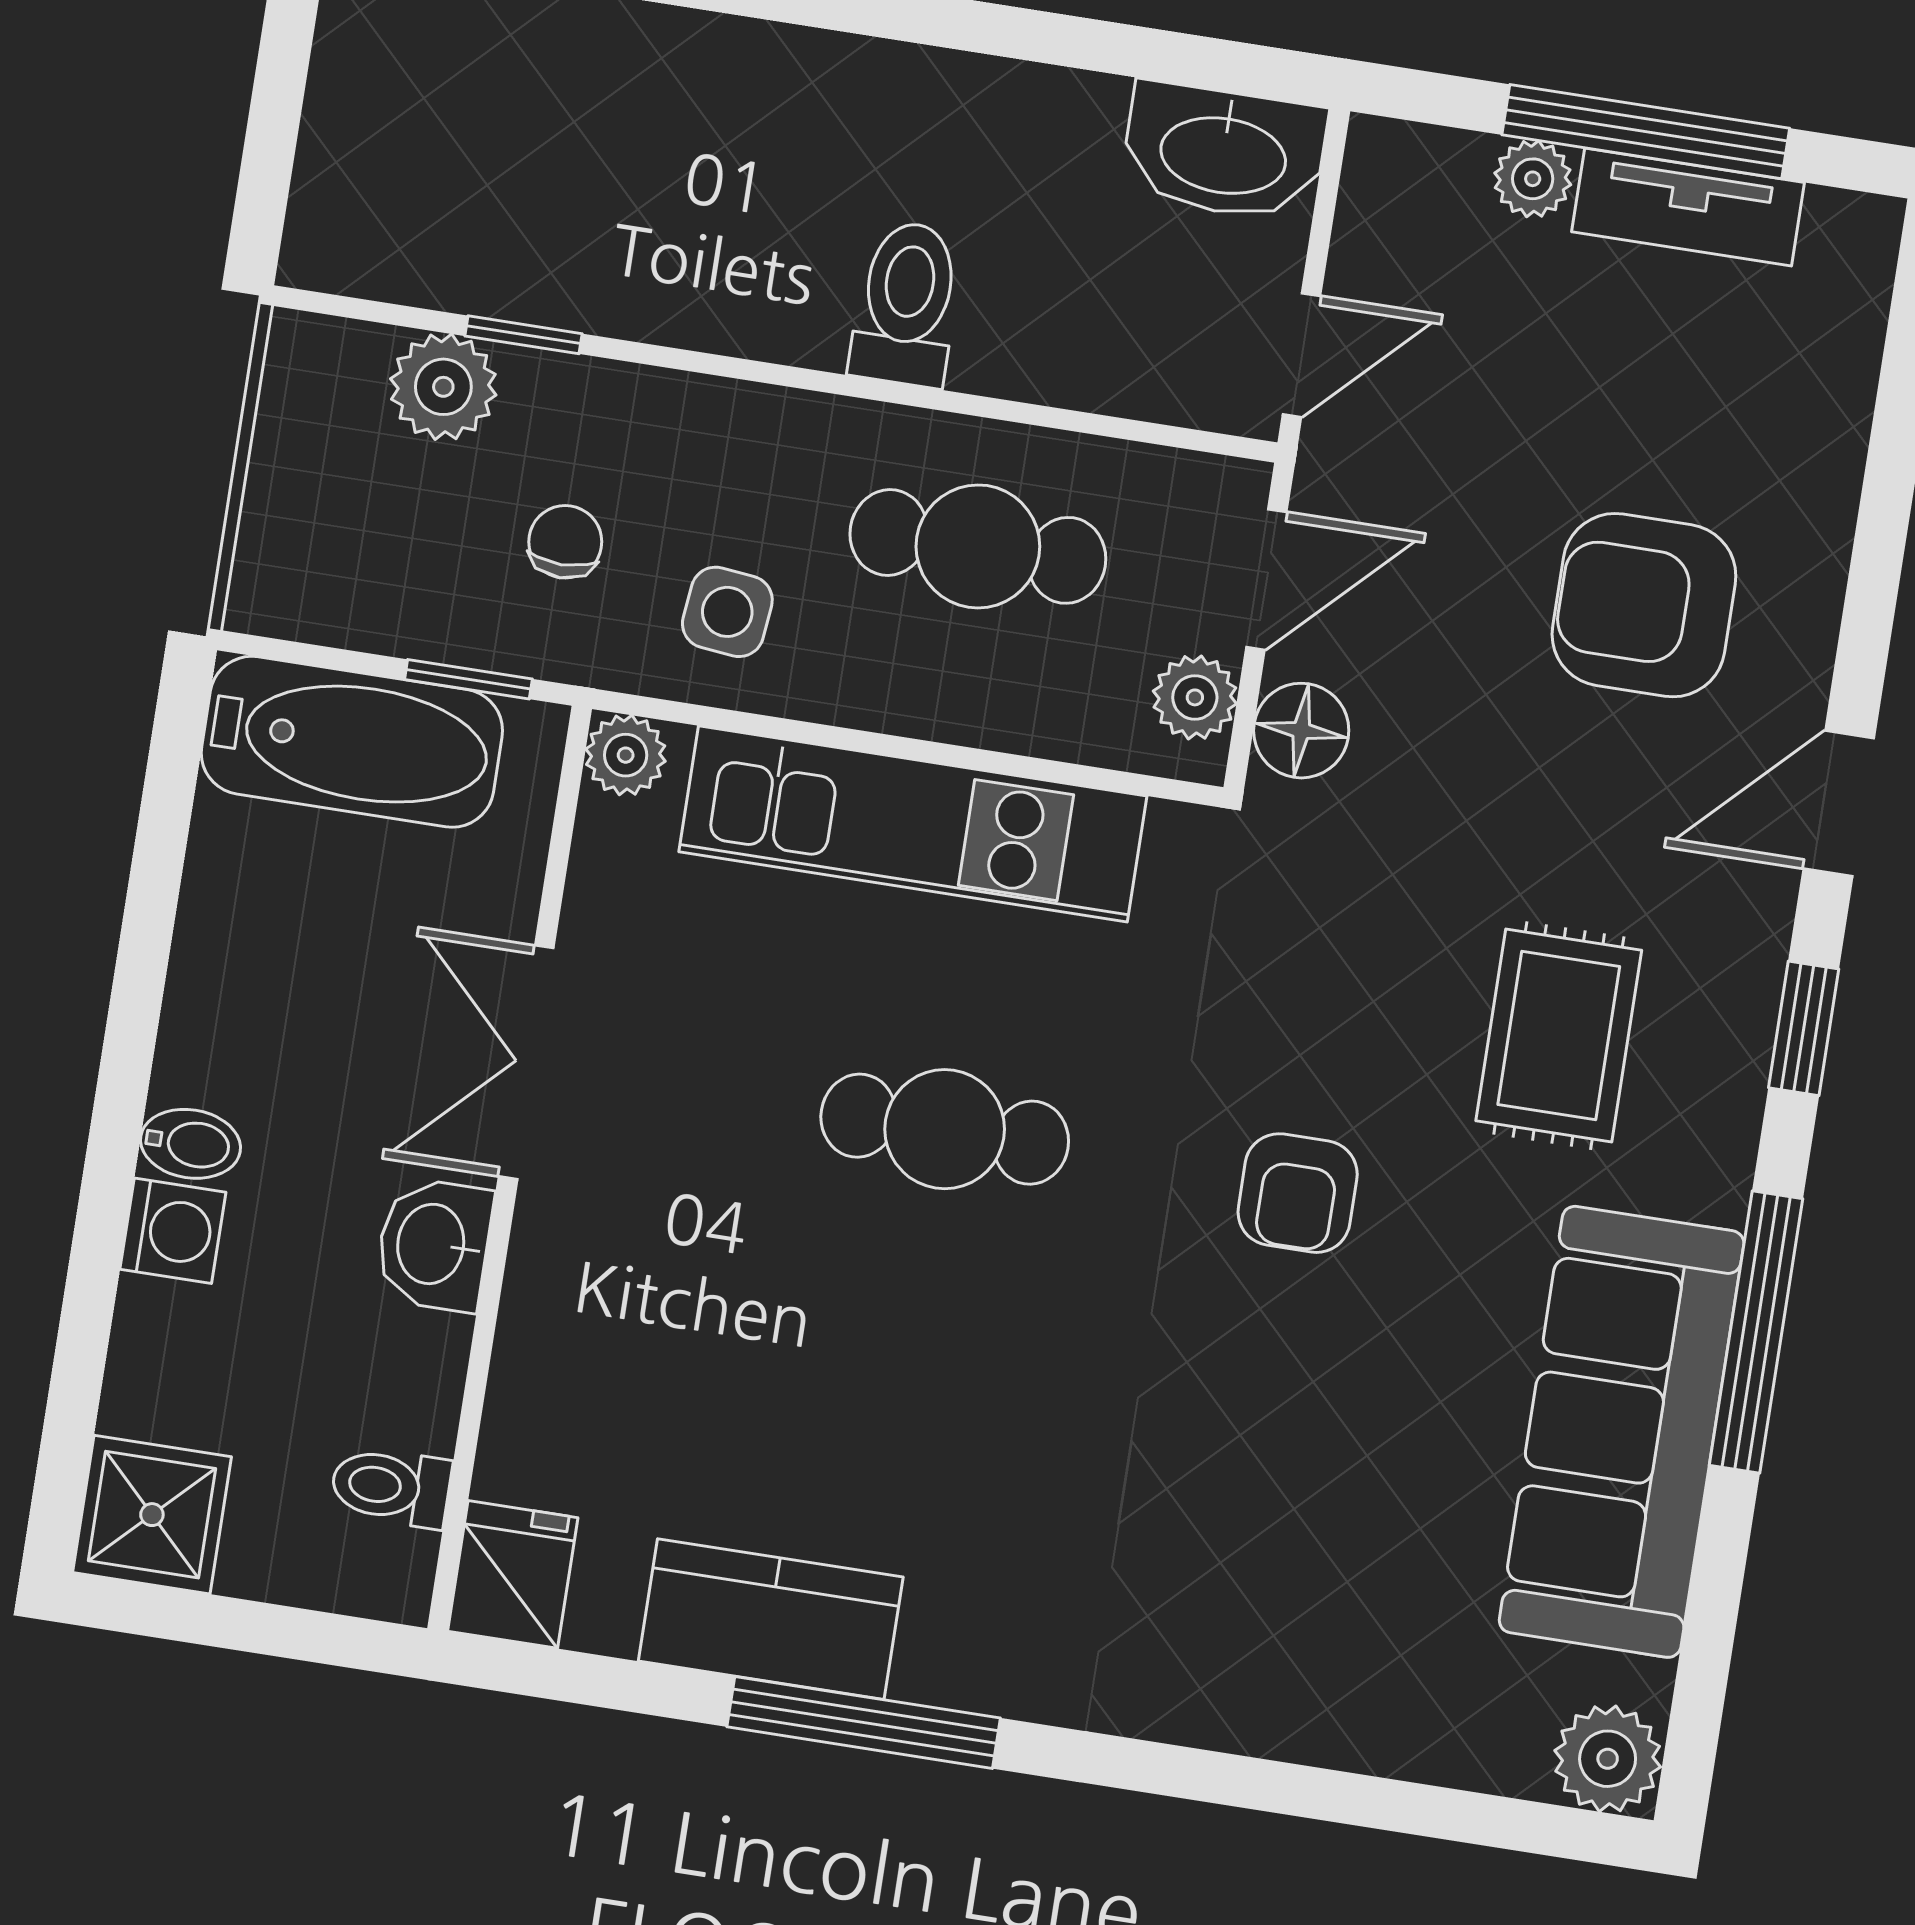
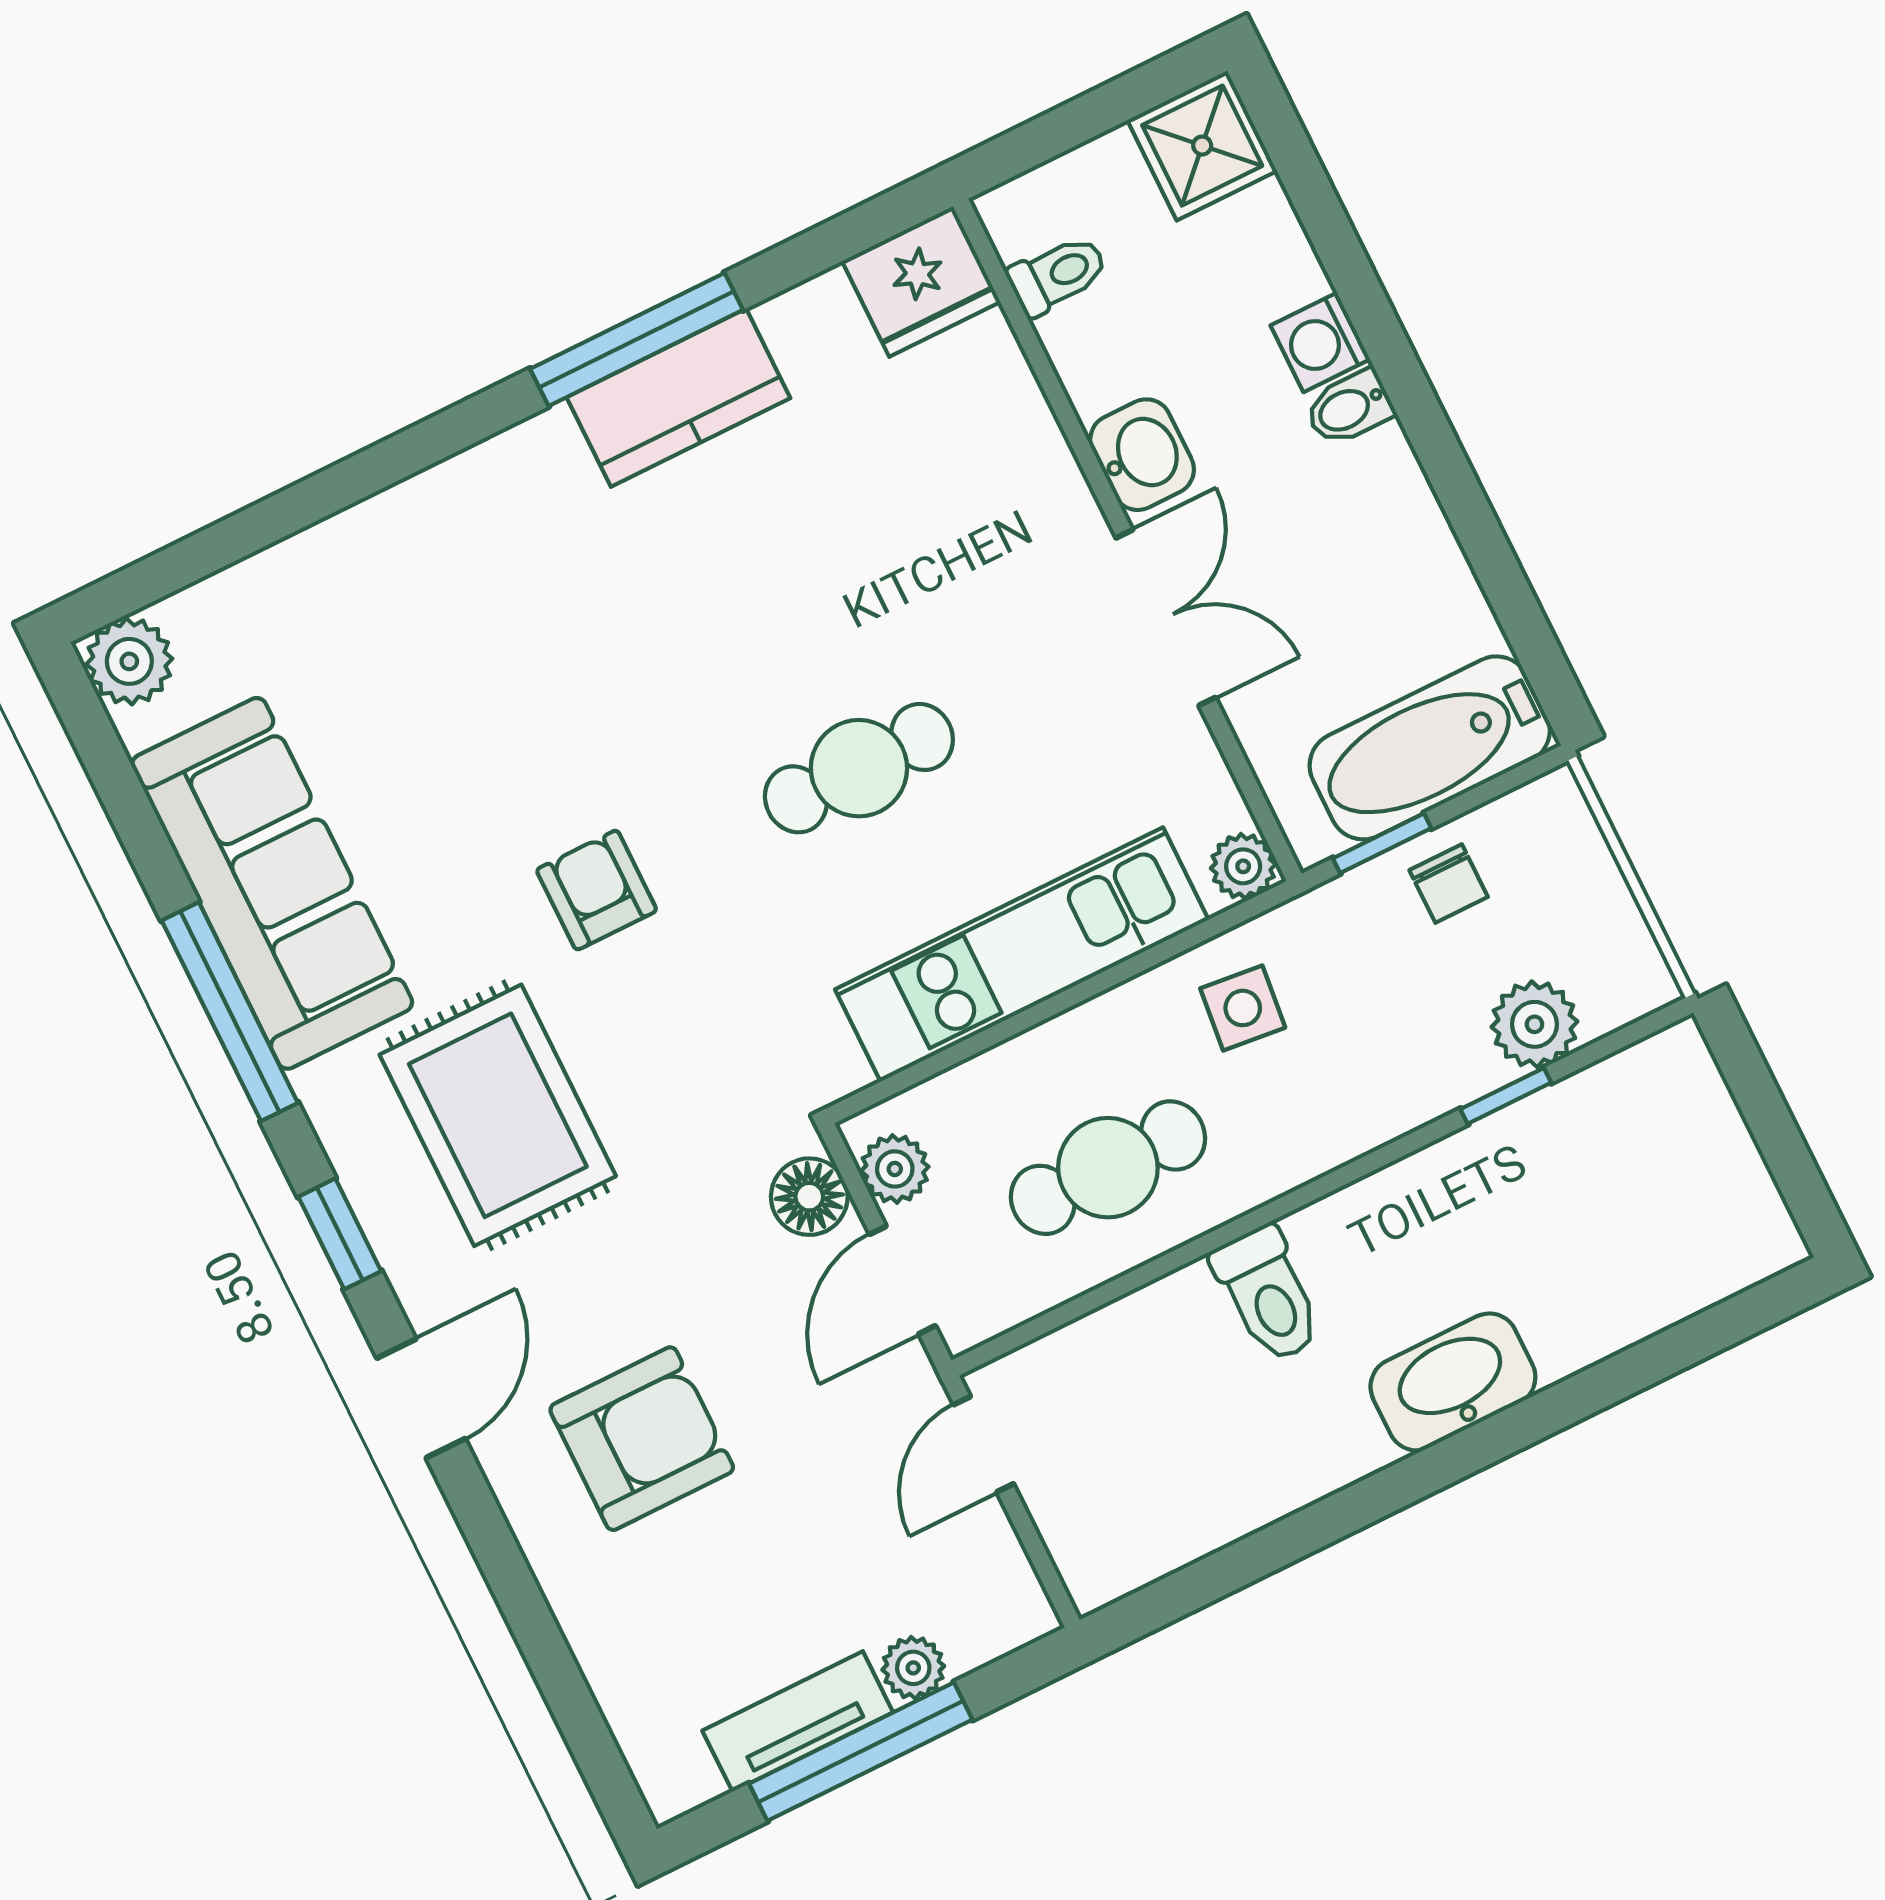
washbasin: (1224, 152) -> (1453, 1382), moved
chair: (565, 542) -> (1449, 884), moved
rug: (1559, 1036) -> (498, 1115), width x1.36, depth x1.43
fridge: (513, 1574) -> (921, 281), width x1.38
kitchen counter: (771, 1619) -> (678, 398), moved

